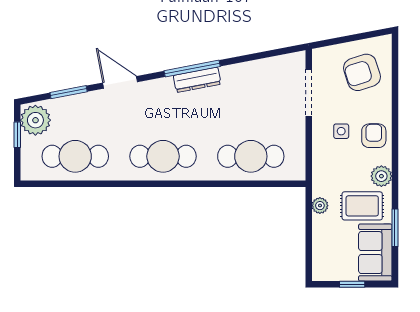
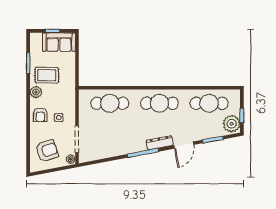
dresser: (197, 80) -> (160, 143), moved
door: (120, 82) -> (184, 145), hinge flipped
plant: (320, 206) -> (71, 159), moved
sofa: (375, 253) -> (59, 42), moved, turned 90

